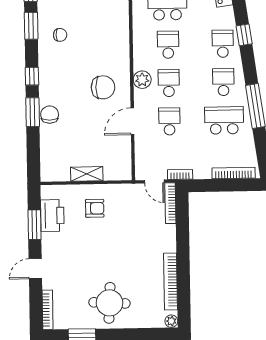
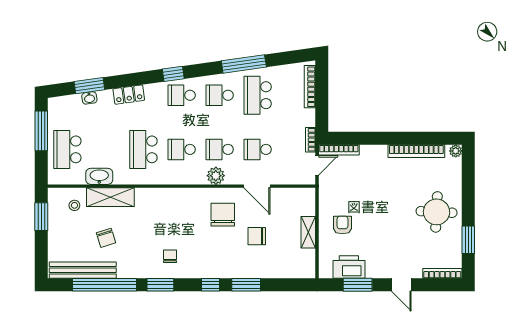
chair: (50, 115) -> (257, 236), moved

